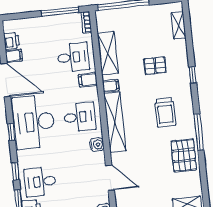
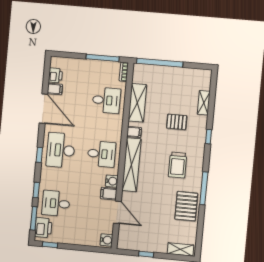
shelving: (179, 25) -> (204, 103), moved
filing cabinet: (88, 80) -> (109, 194), moved
desk: (34, 122) -> (61, 150), width x0.73, depth x0.77

